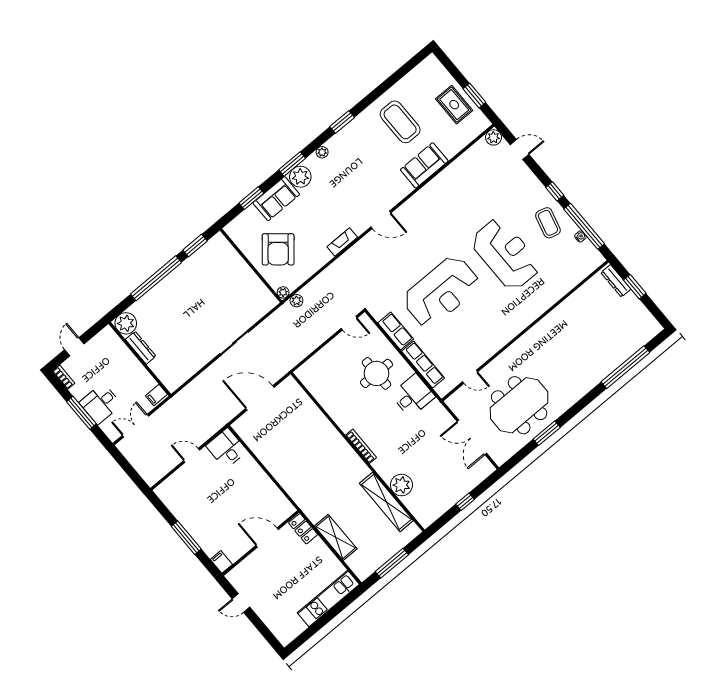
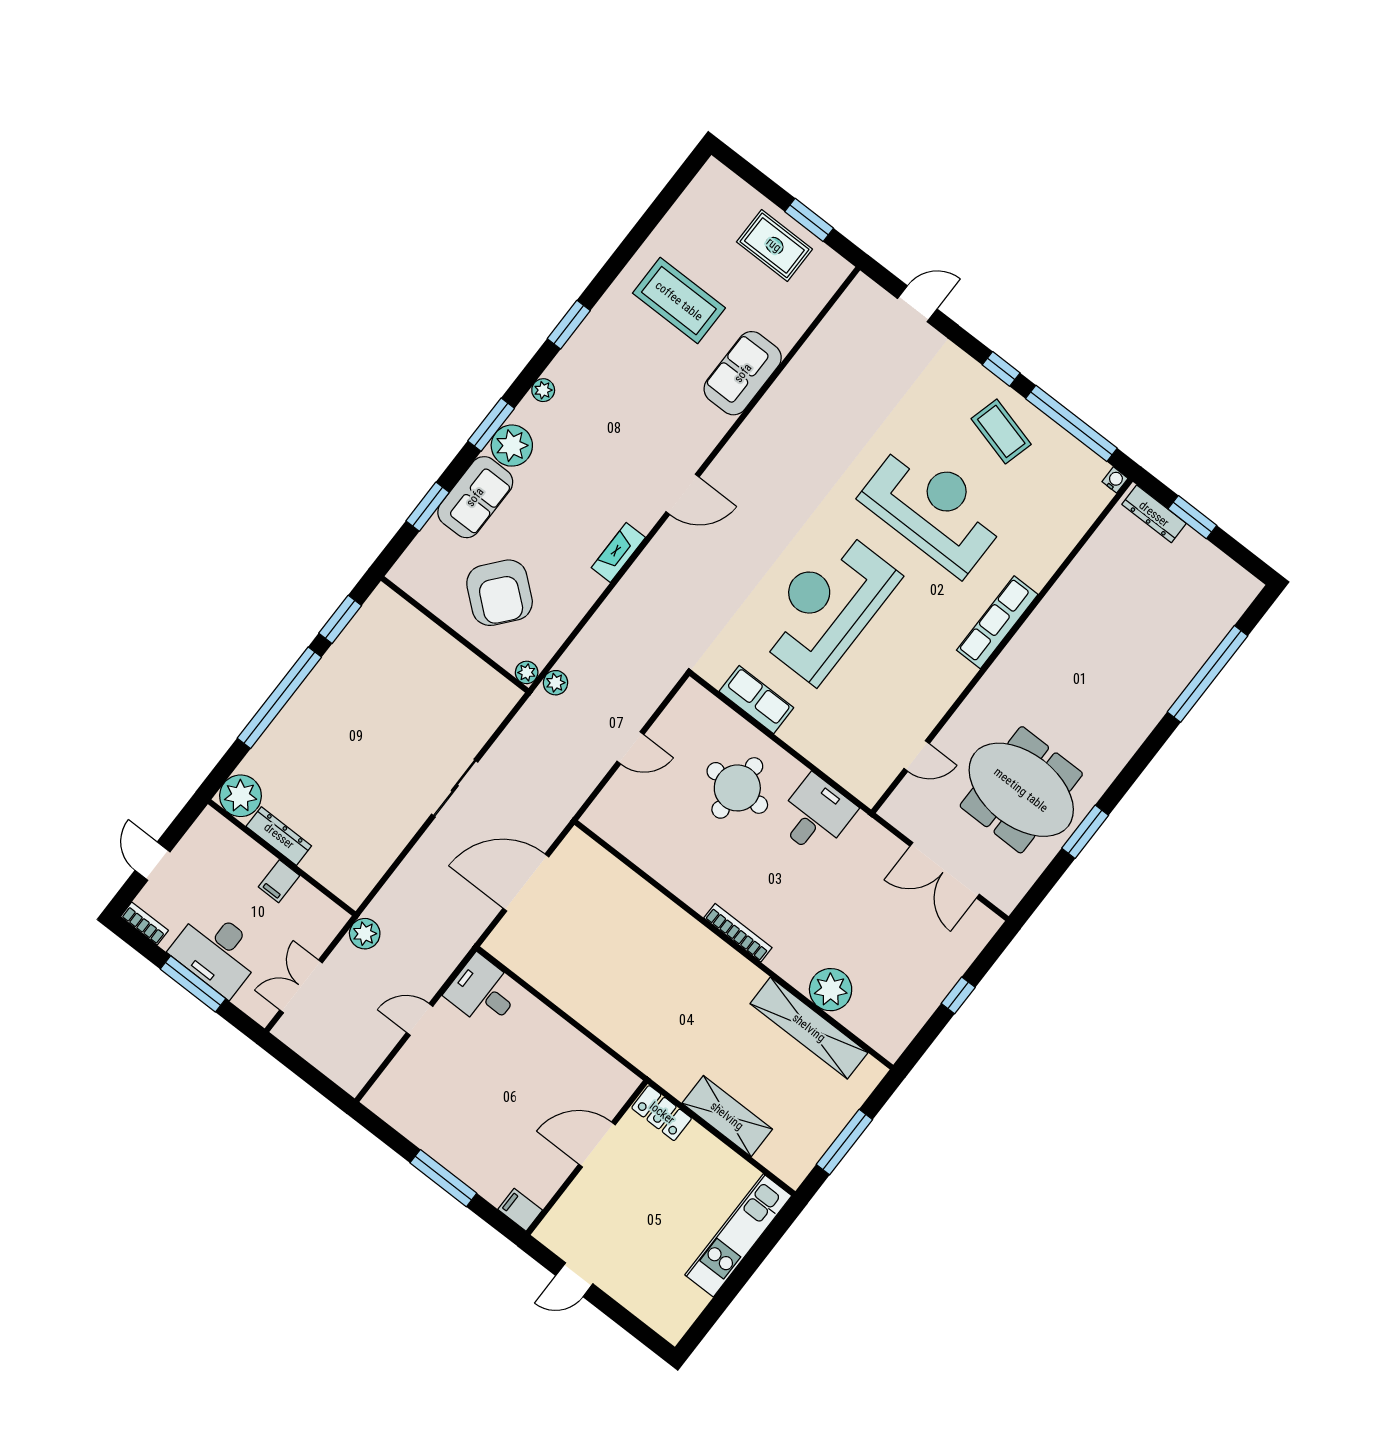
plant: (494, 137) -> (365, 934), moved
water cooler: (580, 236) -> (1115, 480), moved
reception desk: (441, 292) -> (827, 606), turned 180
door: (349, 323) -> (630, 748), moved
row of seats: (423, 365) -> (997, 622), moved, turned -90
filing cabinet: (156, 395) -> (279, 881), moved
desk: (100, 404) -> (217, 952), width x1.37
meeting table: (519, 405) -> (1021, 790), turned 90

